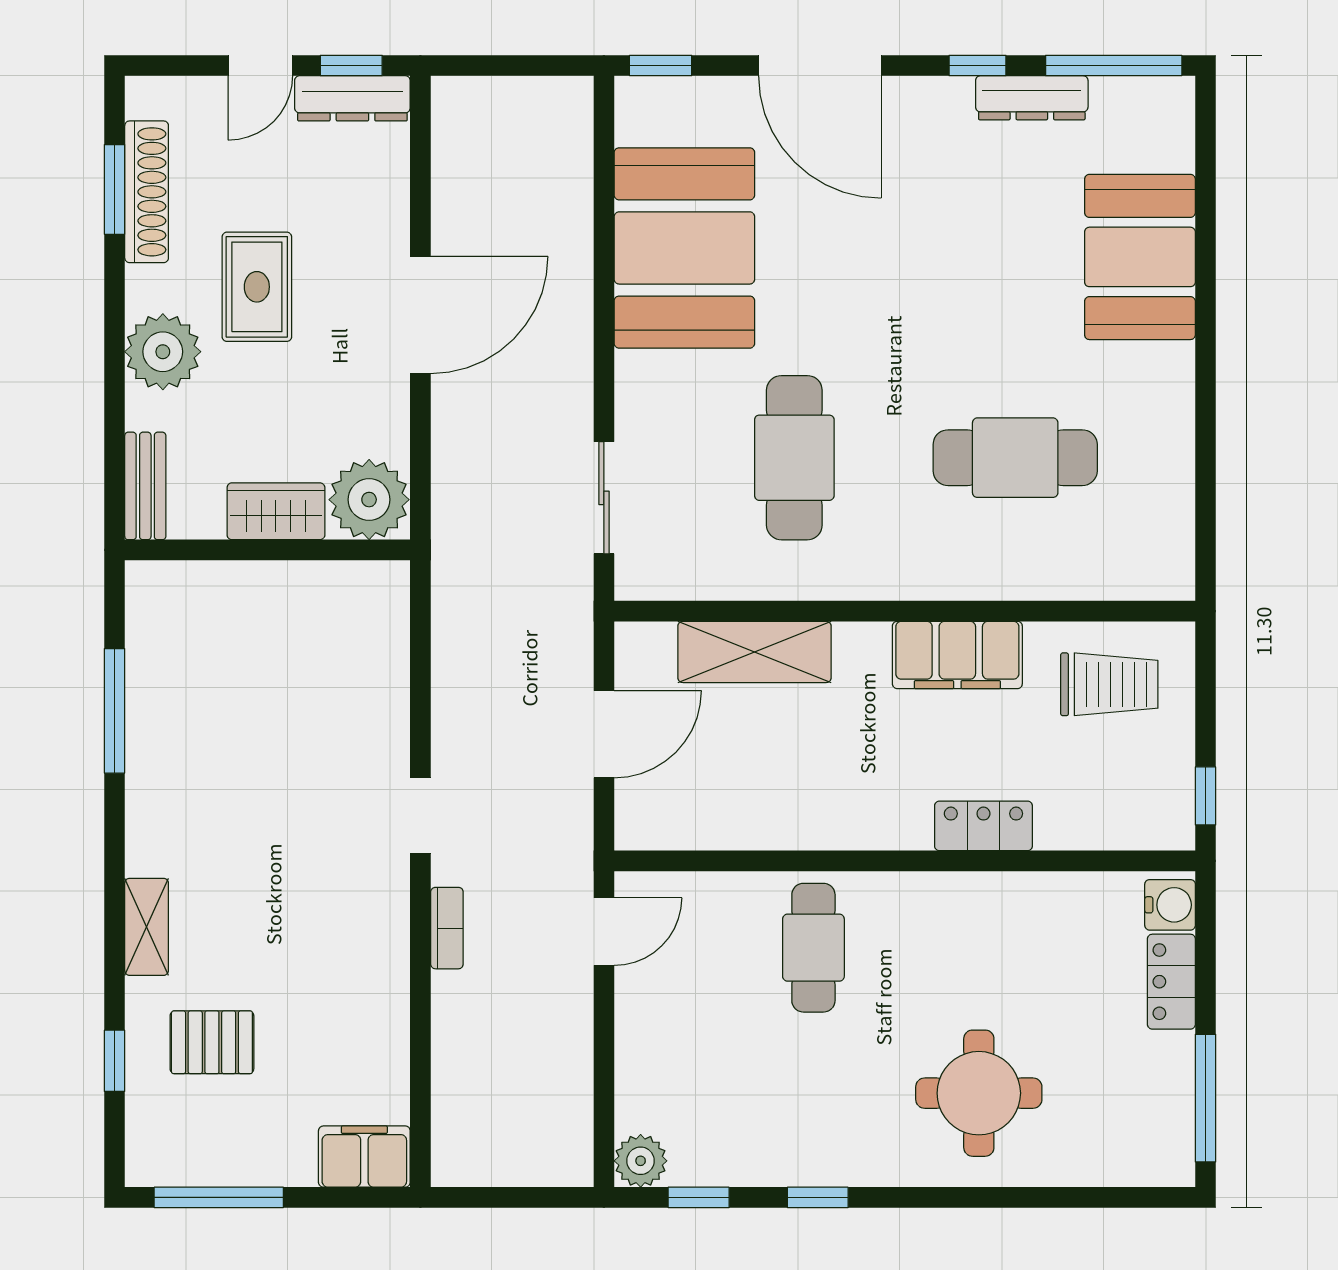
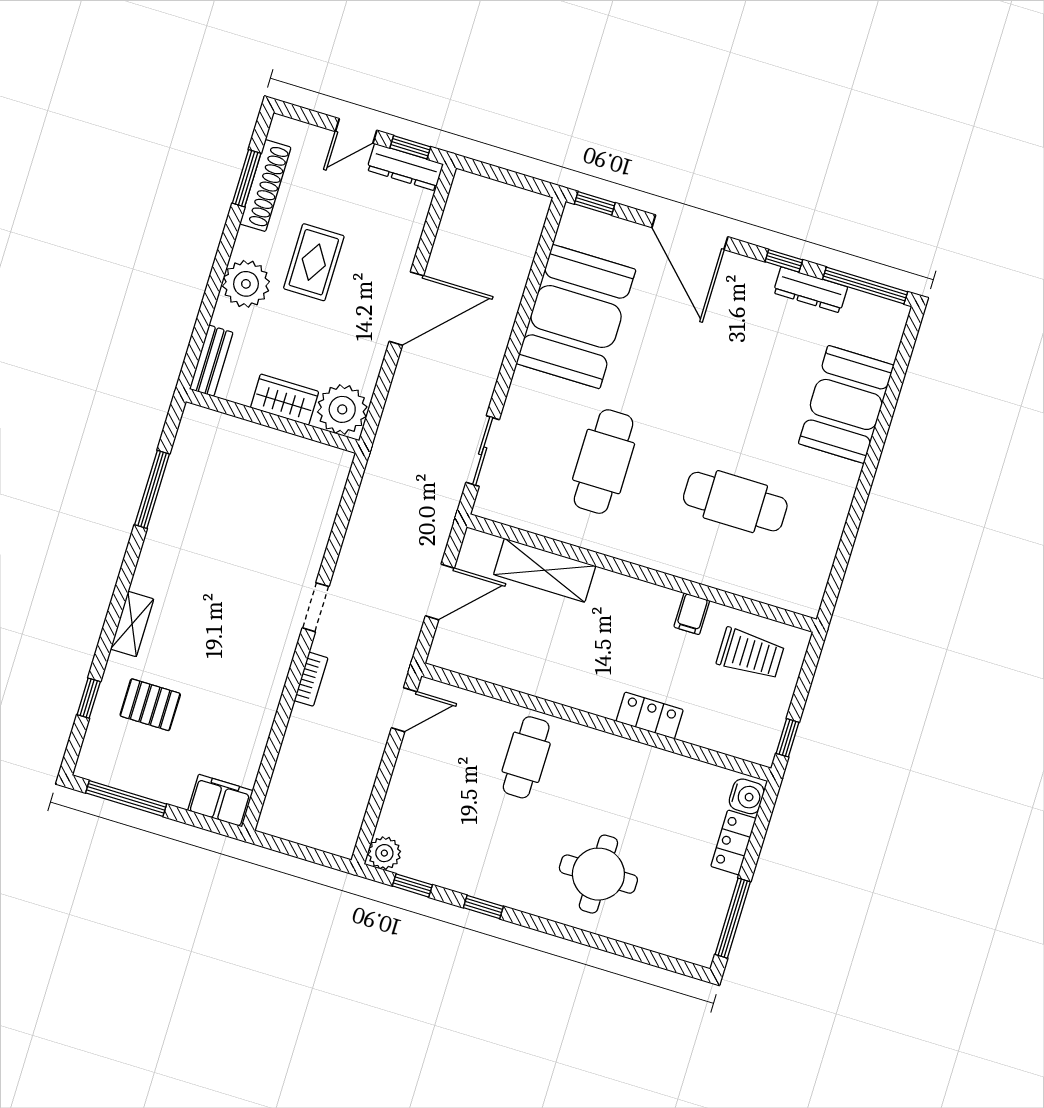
filing cabinet: (957, 655) -> (692, 614), width x0.33, depth x0.86

